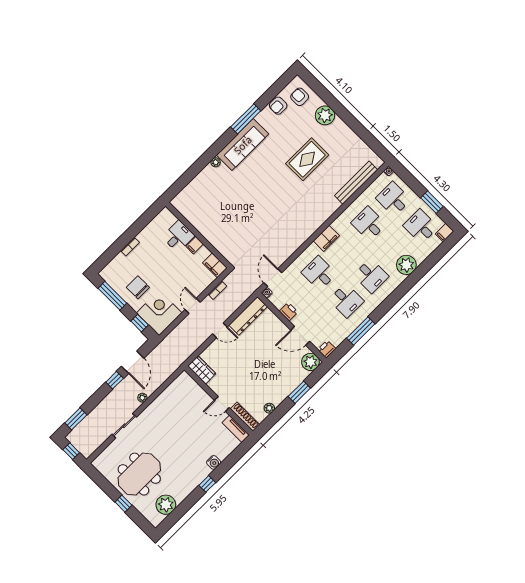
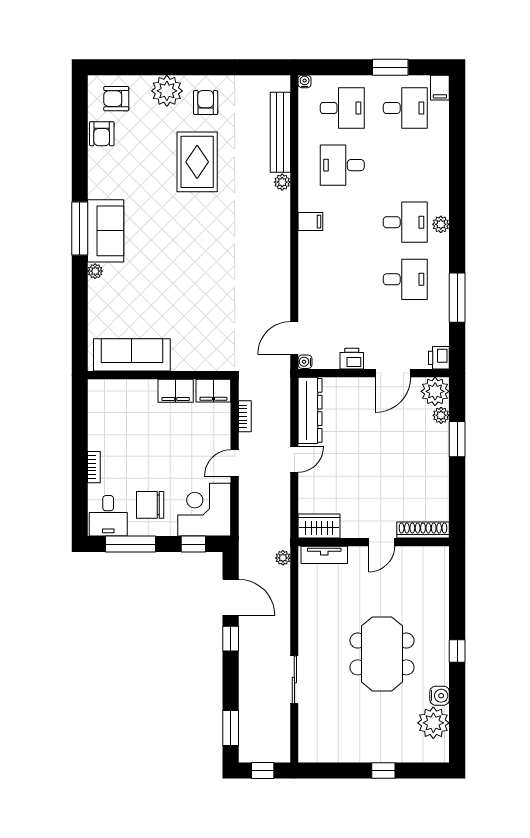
window: (246, 119) -> (80, 228), moved
armchair: (337, 137) -> (206, 103), added
sofa: (243, 145) -> (106, 231), width x0.73
desk: (393, 199) -> (342, 108), turned 180
plant: (335, 205) -> (282, 182), added
sofa: (195, 215) -> (132, 355), added
desk: (421, 226) -> (405, 108), turned 180
desk: (178, 236) -> (108, 516), moved, turned 180
filing cabinet: (326, 238) -> (310, 222), width x0.50
filing cabinet: (195, 245) -> (176, 391), width x2.00
plant: (406, 265) -> (441, 224), moved, width x0.53, depth x0.53
desk: (319, 273) -> (342, 279), removed
door: (273, 278) -> (294, 338), hinge flipped
door: (193, 306) -> (235, 463), hinge flipped
plant: (142, 398) -> (283, 558), moved
plant: (269, 408) -> (441, 415), moved
tv unit: (236, 429) -> (324, 555), moved
water cooler: (214, 462) -> (440, 696), moved
meeting table: (139, 474) -> (382, 654), moved

